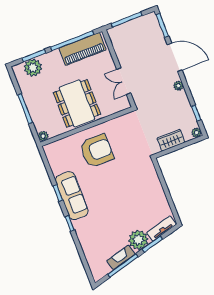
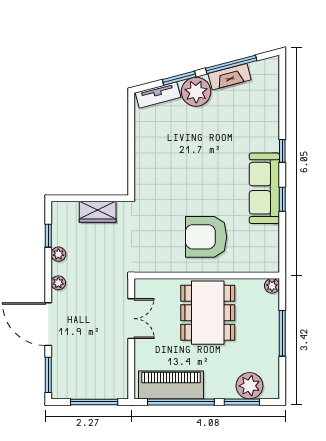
plant: (197, 133) -> (58, 254), moved

